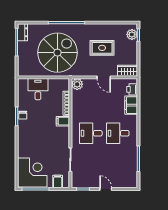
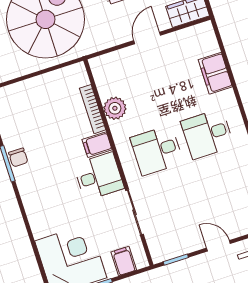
door: (104, 77) -> (147, 38), swing flipped
plant: (77, 84) -> (115, 108), moved
desk: (38, 89) -> (99, 176), moved, turned 90
printer: (132, 89) -> (208, 43), removed

